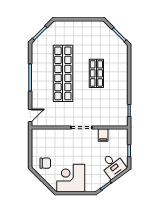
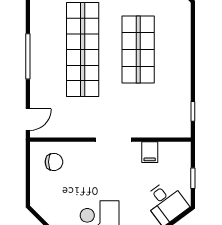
shop shelf: (96, 73) -> (138, 50), width x1.43, depth x1.36
chair: (45, 163) -> (54, 162), moved

